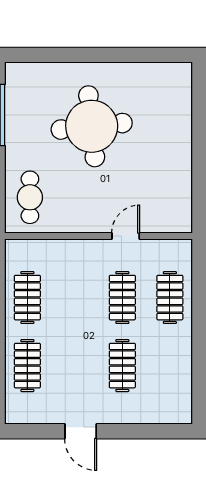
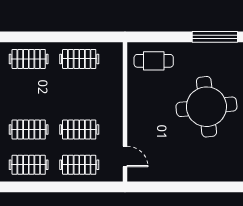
door: (126, 236) -> (125, 157), moved
clothes rail: (170, 366) -> (29, 165), added

